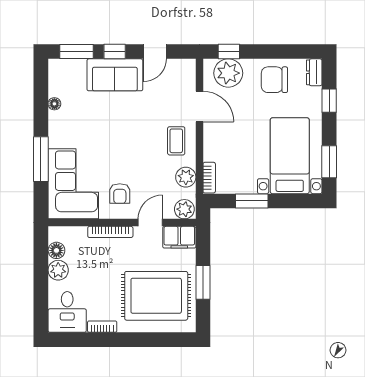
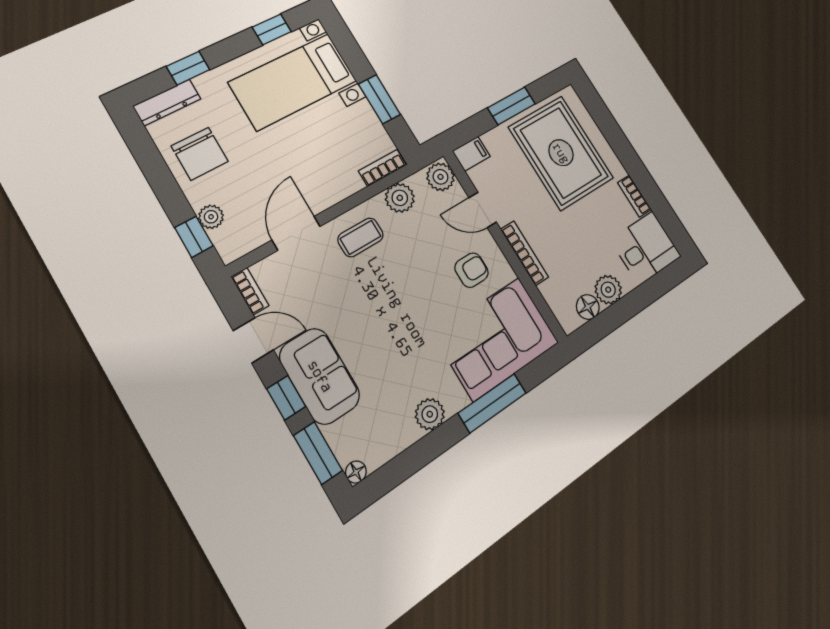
bookcase: (182, 64) -> (250, 291), added
dresser: (314, 72) -> (167, 102), width x1.44
plant: (228, 73) -> (211, 217), width x0.53, depth x0.53
floor lamp: (54, 104) -> (356, 472), moved
plant: (58, 121) -> (430, 414), added
window: (329, 162) -> (272, 29), width x0.67
filing cabinet: (179, 237) -> (471, 154), width x0.50

